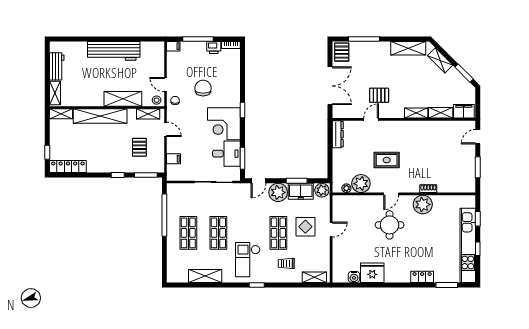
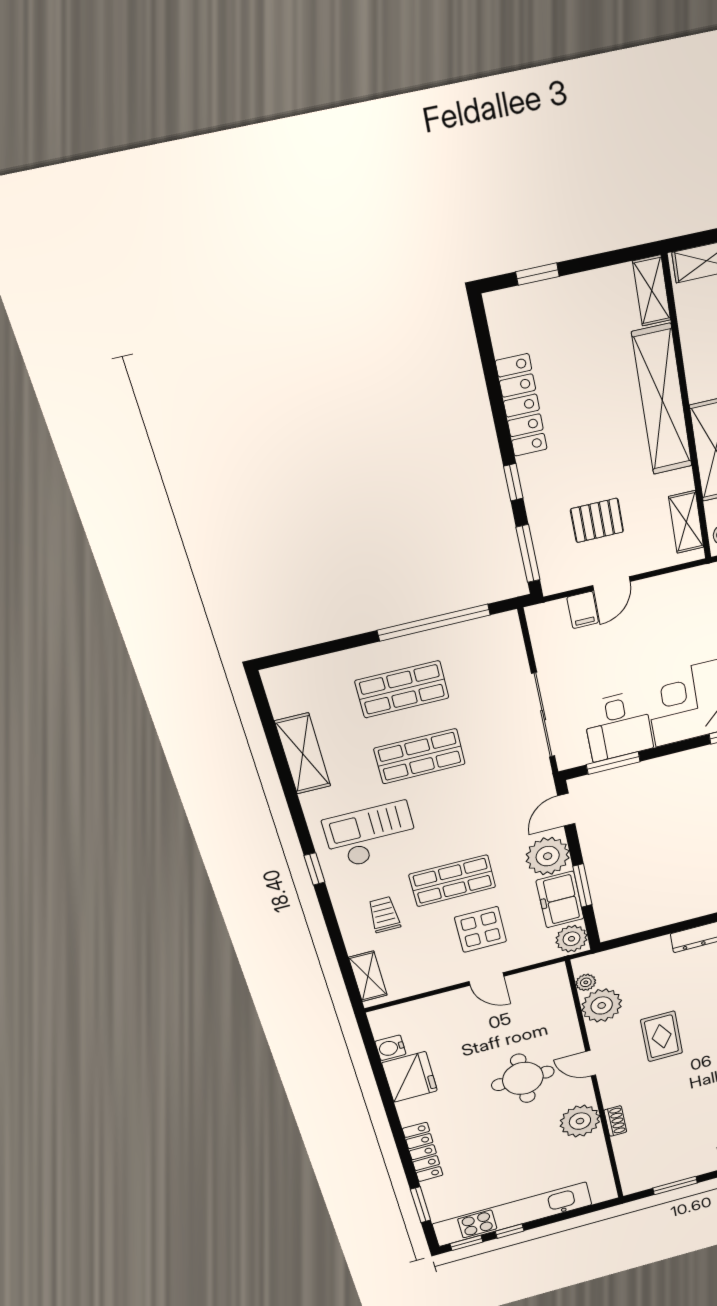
door: (166, 129) -> (611, 584), moved
locker: (68, 167) -> (521, 406), moved
door: (258, 181) -> (566, 810), hinge flipped
window: (478, 219) -> (466, 1243), moved
locker: (422, 277) -> (423, 1152), width x1.53

